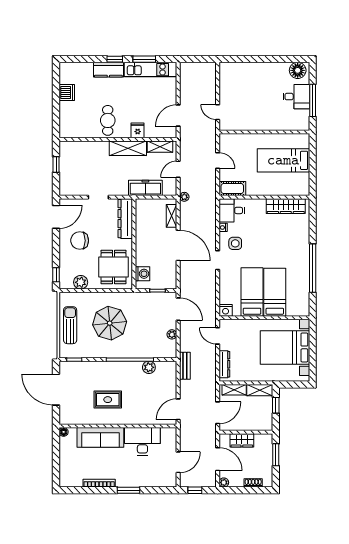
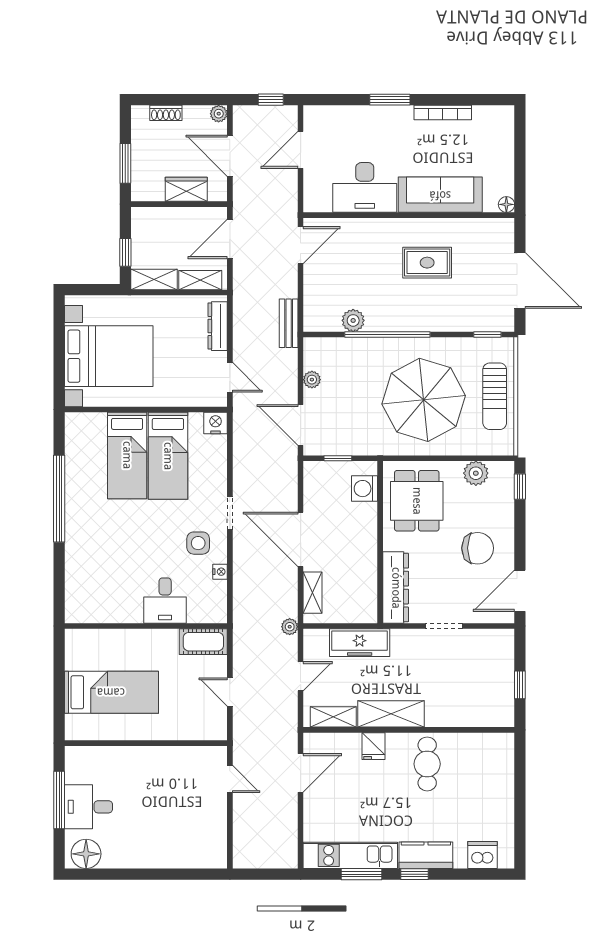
dishwasher: (67, 92) -> (483, 855), moved, turned 90
wardrobe: (286, 206) -> (107, 610), removed
desk: (232, 210) -> (165, 601), moved, turned 90
parasol: (110, 323) -> (424, 400), width x1.36, depth x1.36

